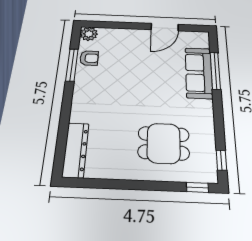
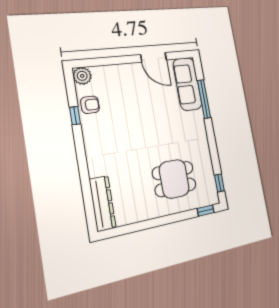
door: (165, 27) -> (154, 57), hinge flipped
window: (72, 65) -> (75, 116), width x0.46
sofa: (199, 73) -> (187, 84), moved

